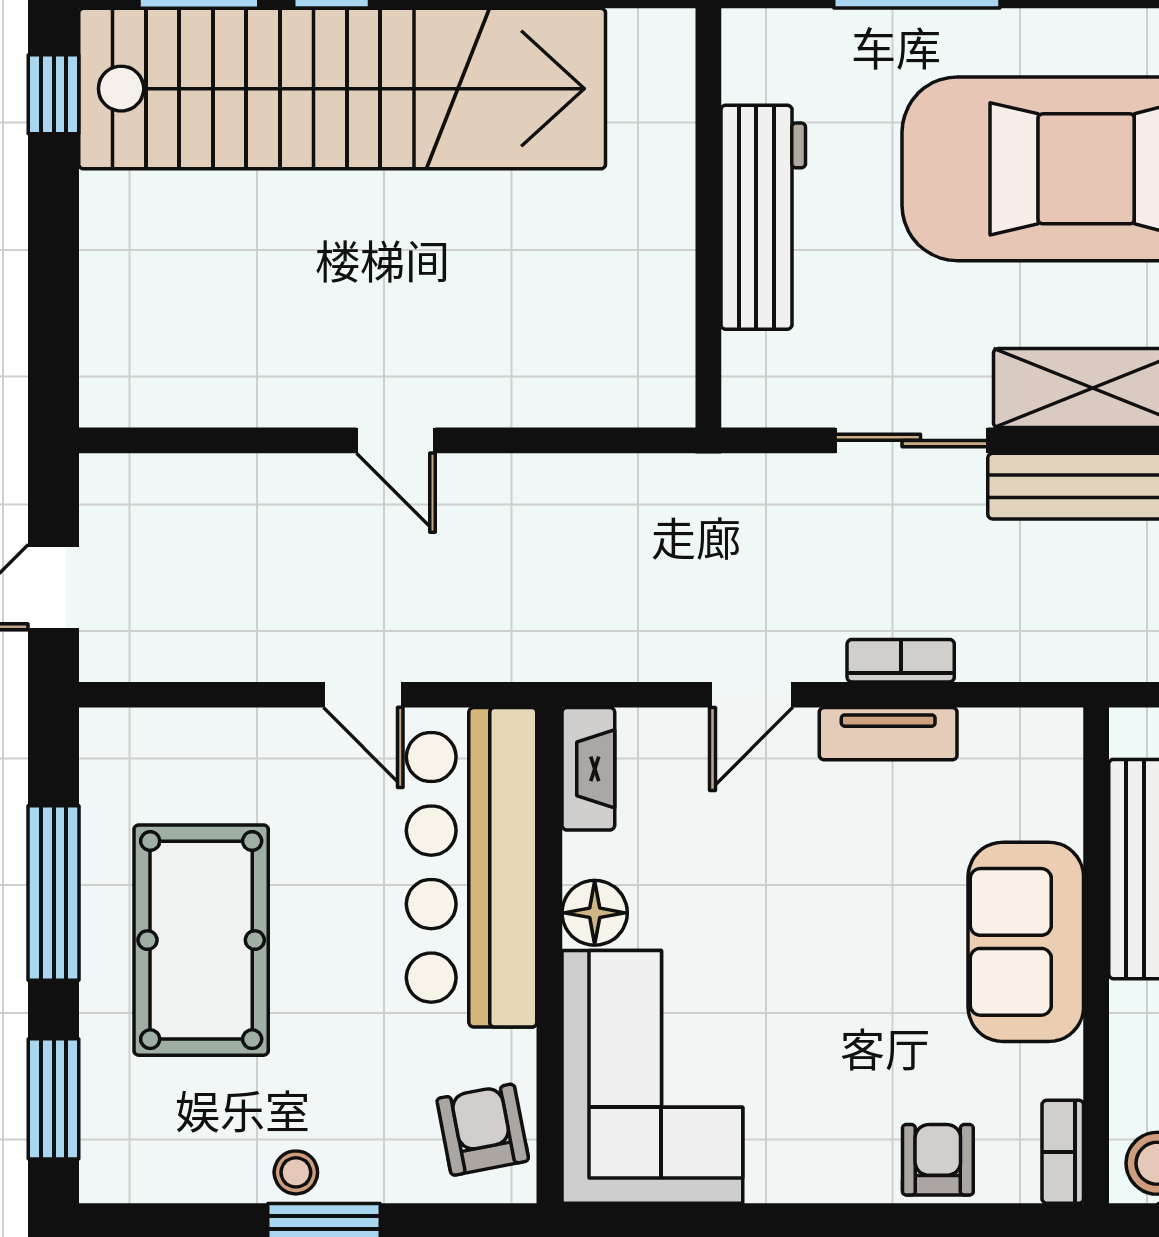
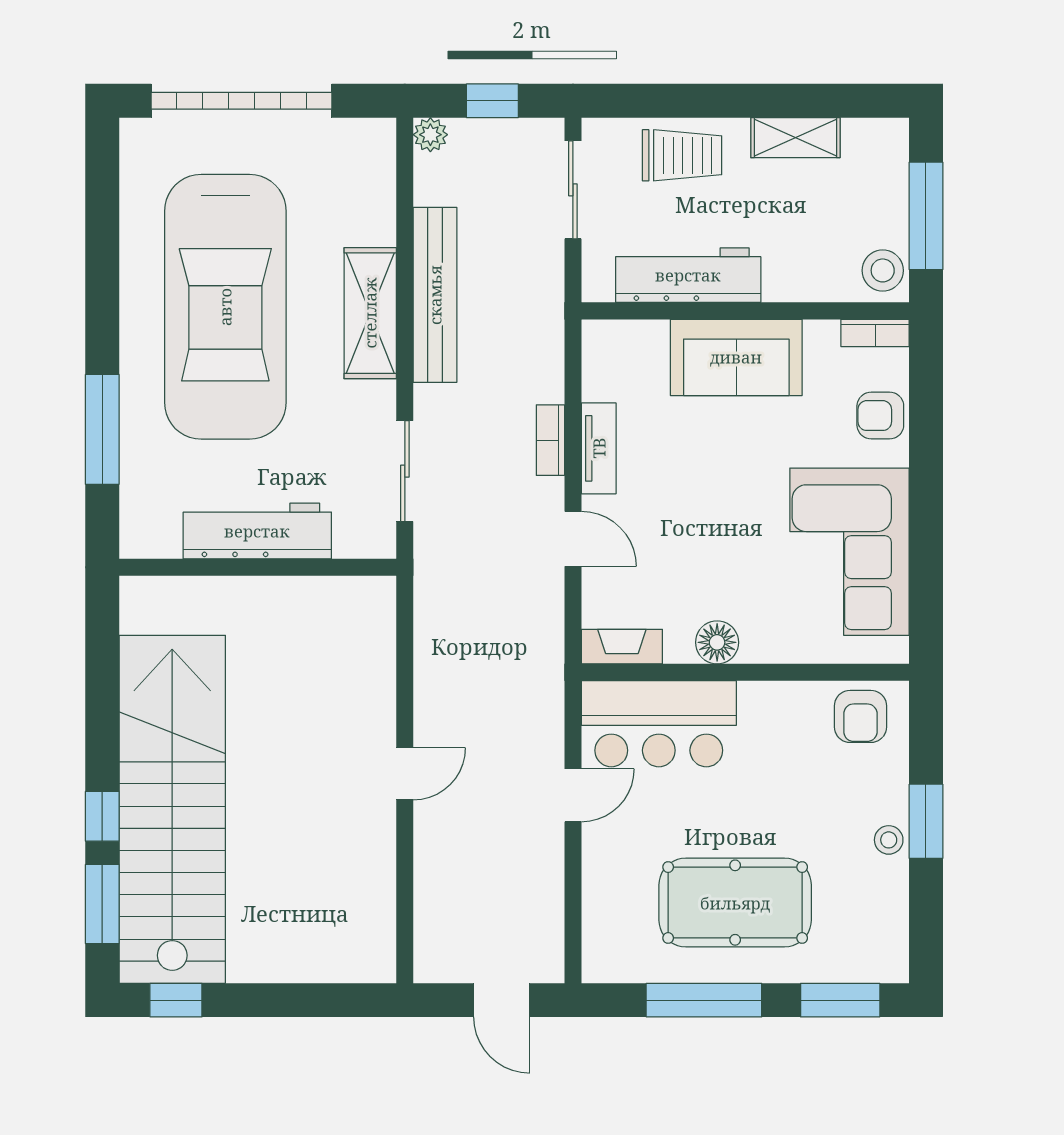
sliding door: (911, 440) -> (405, 471), moved
bar counter: (472, 867) -> (659, 724), width x0.73
corner sofa: (652, 1077) -> (849, 552), moved, turned -90
armchair: (483, 1130) -> (860, 716), turned -79

